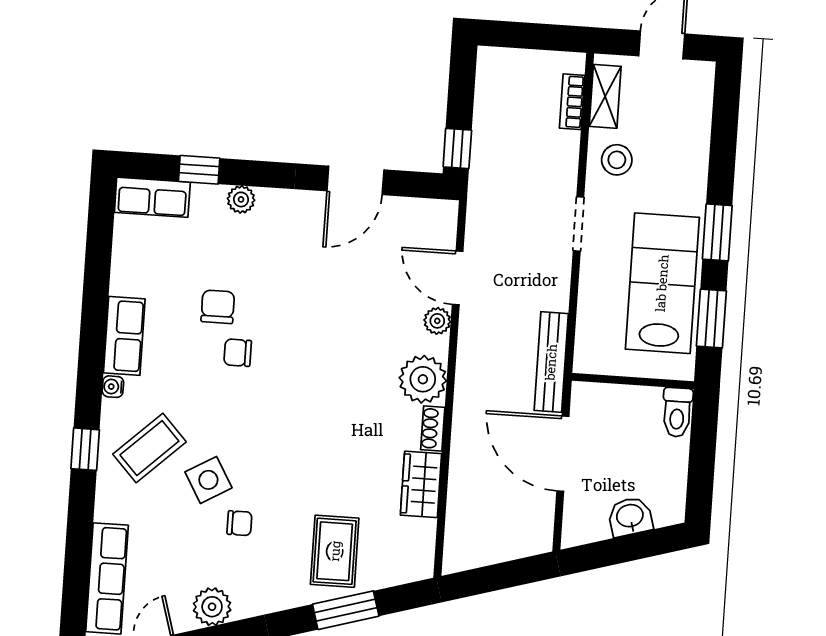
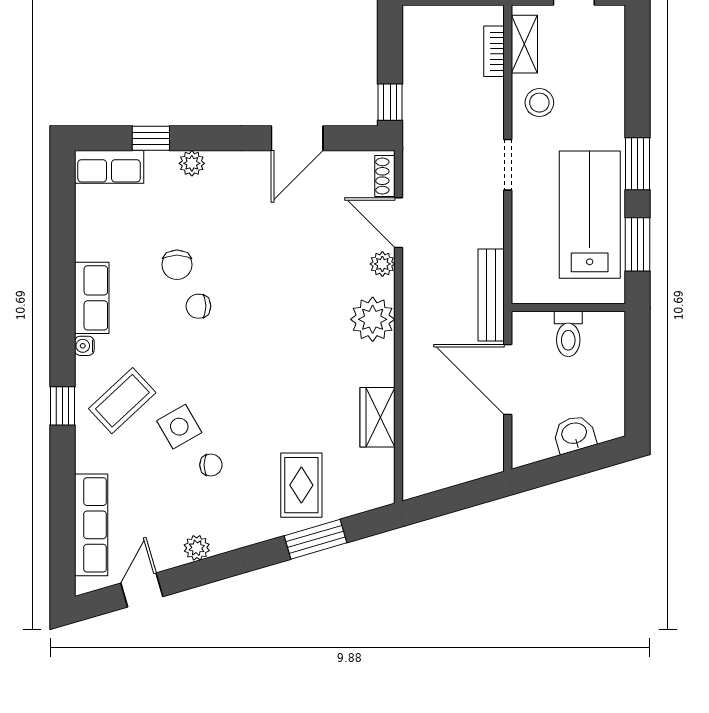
chair: (218, 307) -> (177, 265), turned 180
toilet: (677, 412) -> (568, 334), moved
shoe rack: (433, 428) -> (385, 176), moved
plant: (212, 607) -> (197, 548), width x0.73, depth x0.73

